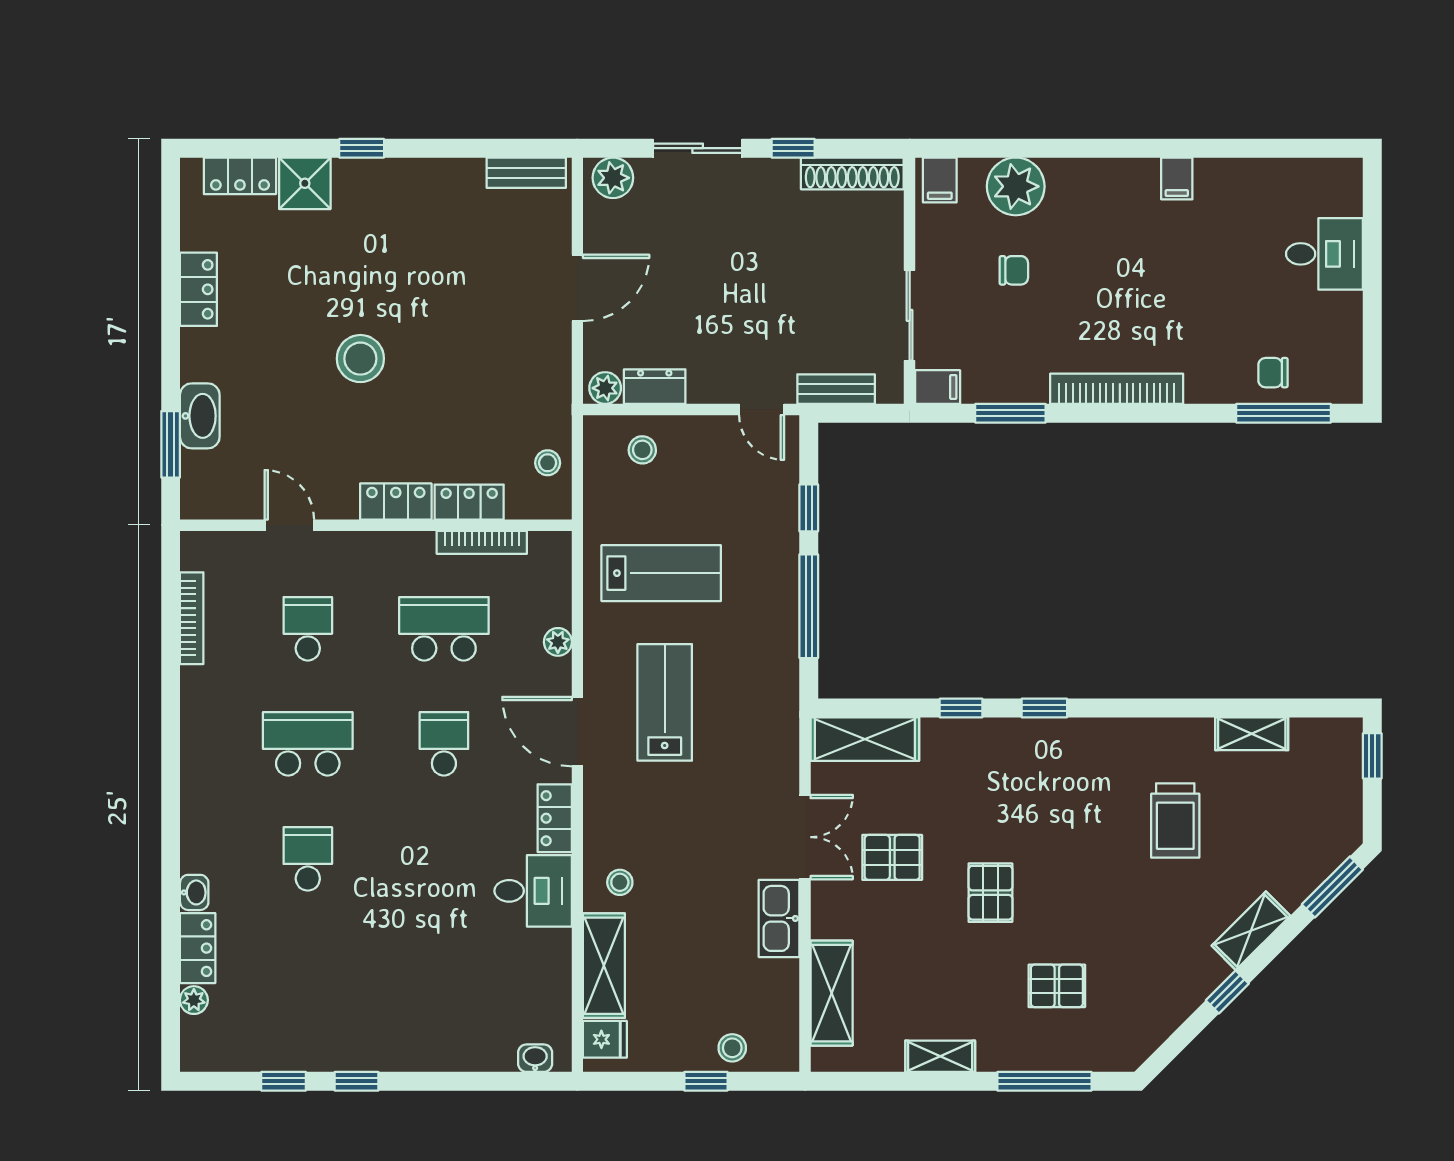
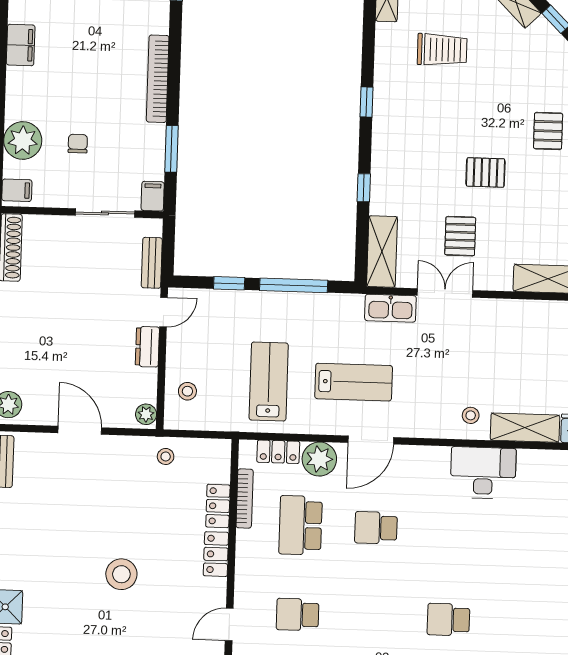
filing cabinet: (1177, 178) -> (21, 45), width x2.00
dresser: (655, 387) -> (147, 347), moved
stool: (548, 463) -> (166, 456), moved
plant: (558, 642) -> (319, 459), width x1.88, depth x1.88
lab bench: (665, 702) -> (354, 382), turned 180
window: (1044, 708) -> (367, 102), moved
school desk: (308, 744) -> (373, 617), removed
locker: (555, 818) -> (278, 452), moved
desk: (533, 891) -> (483, 473), width x1.37
kitchen sink: (779, 918) -> (390, 308), moved

